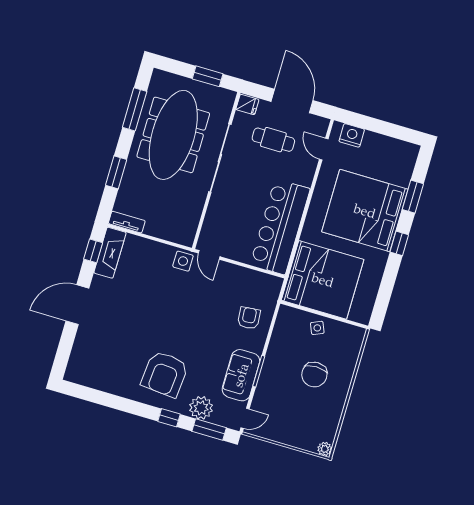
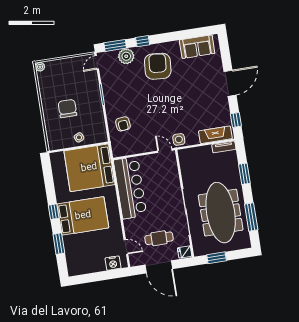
bed: (365, 211) -> (83, 216), width x0.73
fireplace: (110, 253) -> (215, 135), moved, turned 90
sofa: (241, 375) -> (197, 47), moved, turned 90

